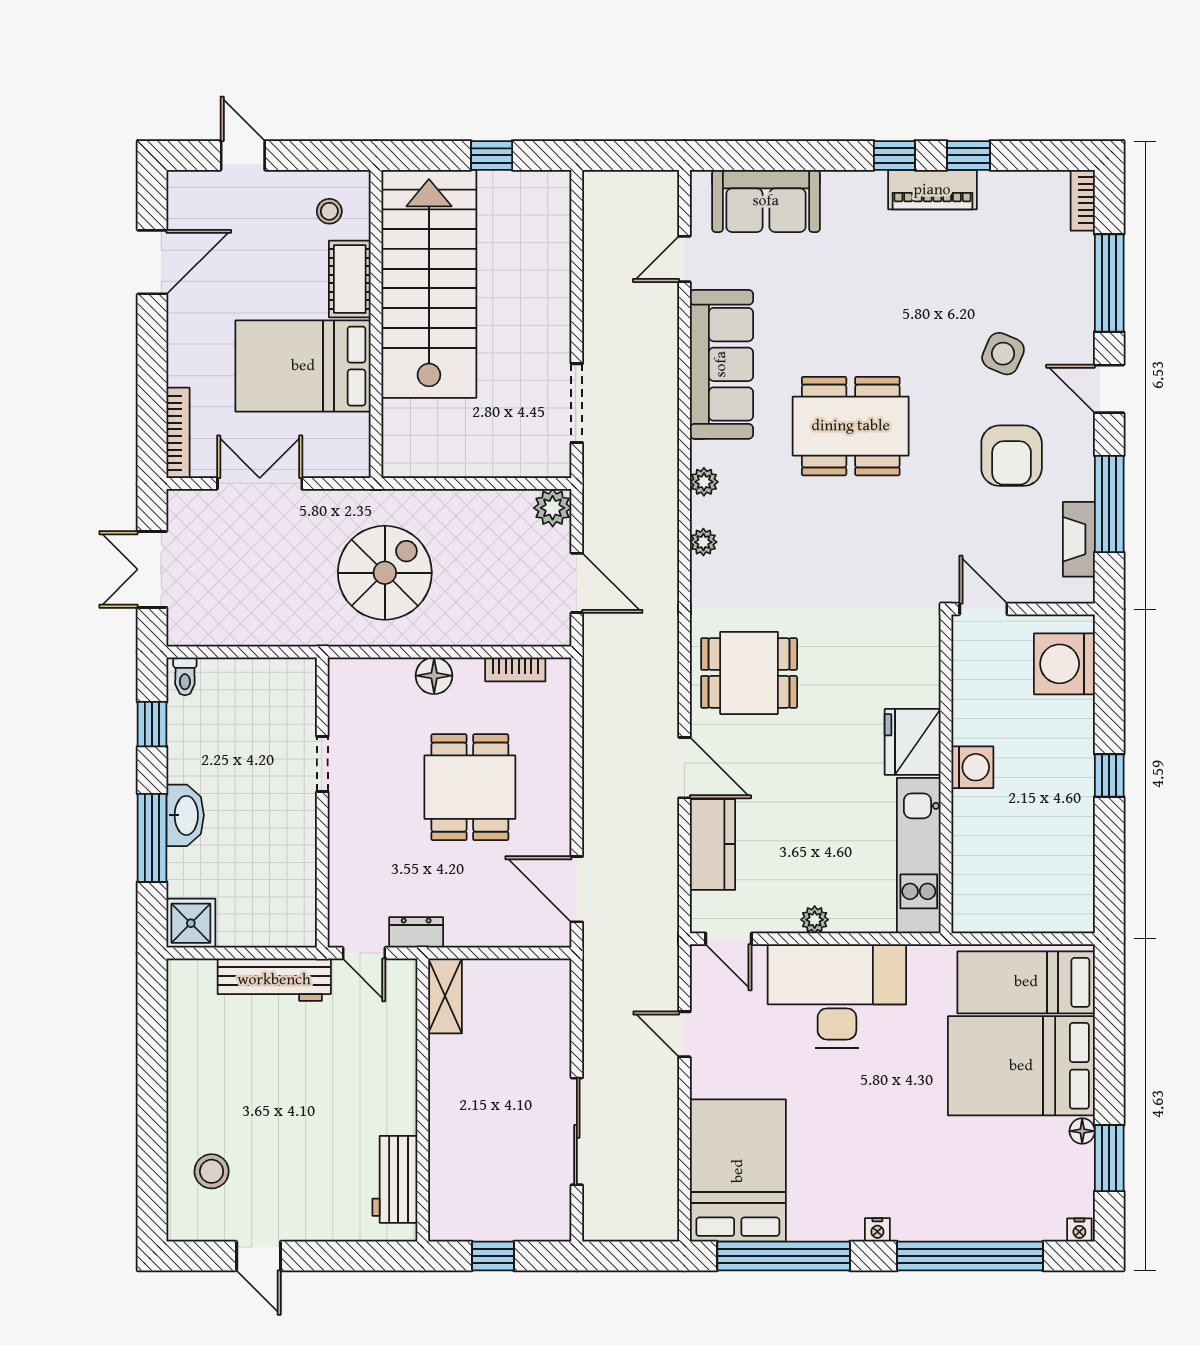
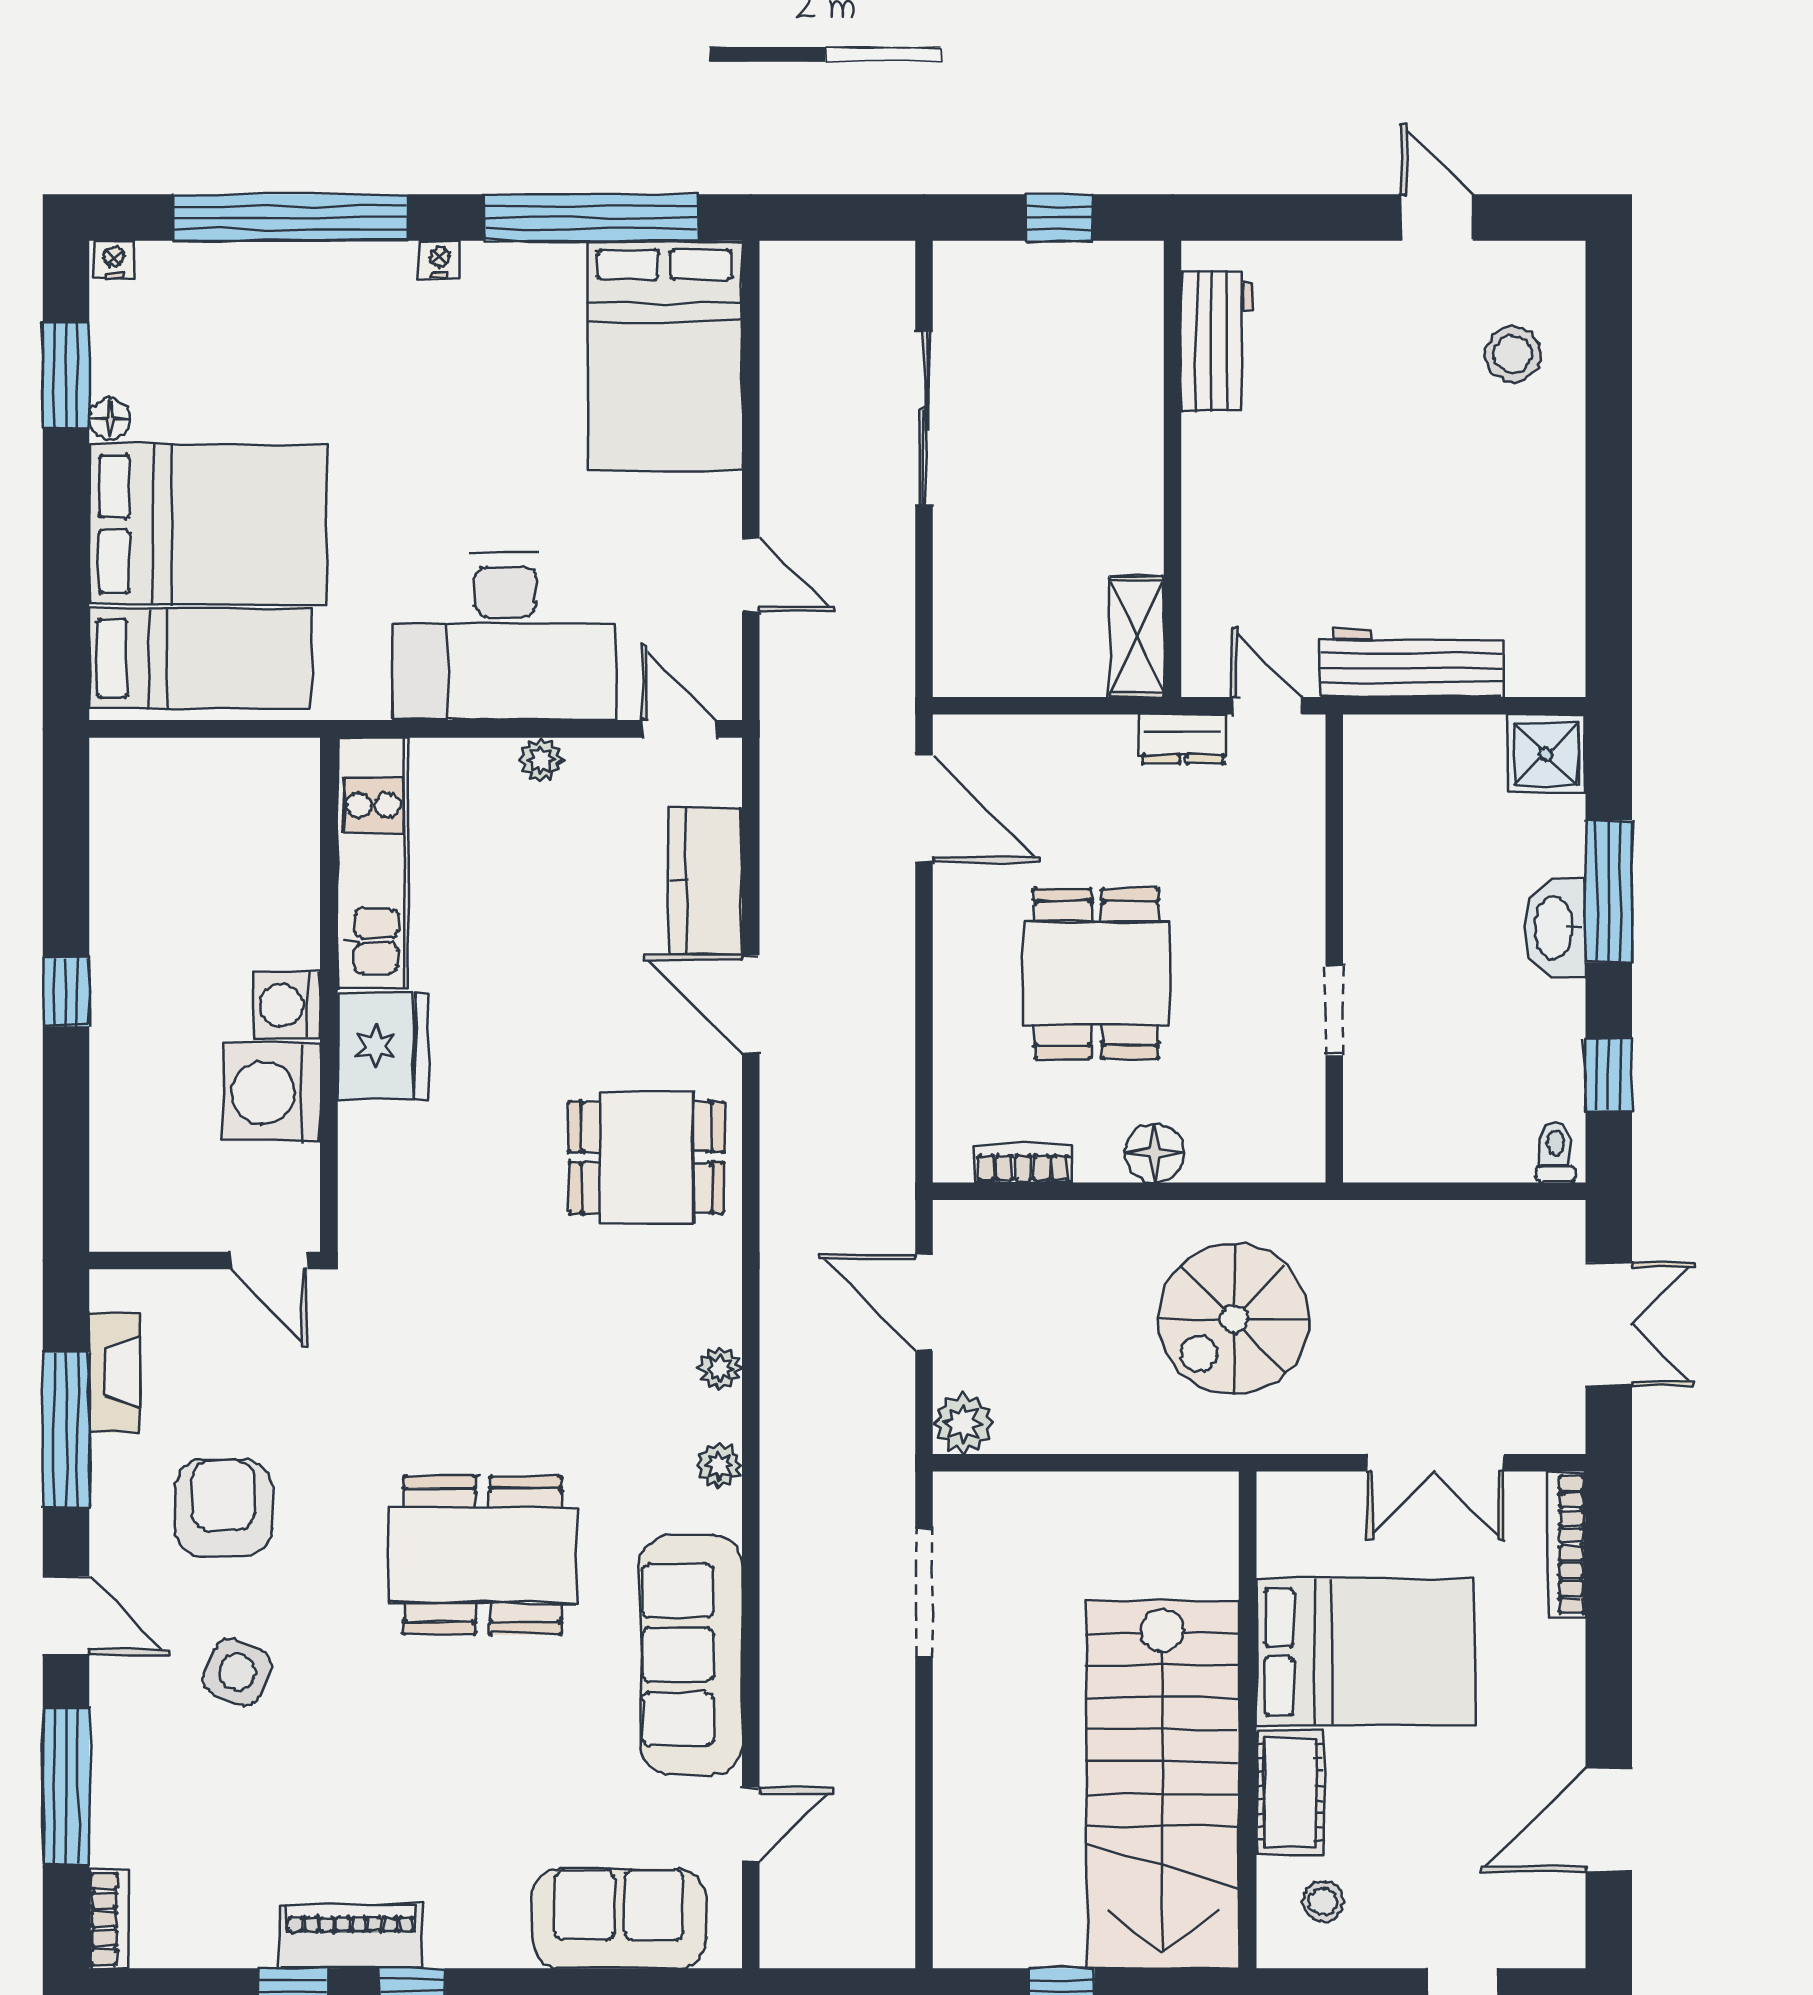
washing machine: (1064, 664) -> (271, 1093), moved, turned 180

